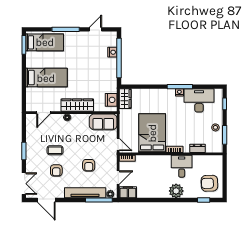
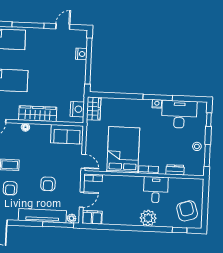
armchair: (209, 183) -> (187, 211), turned 75

